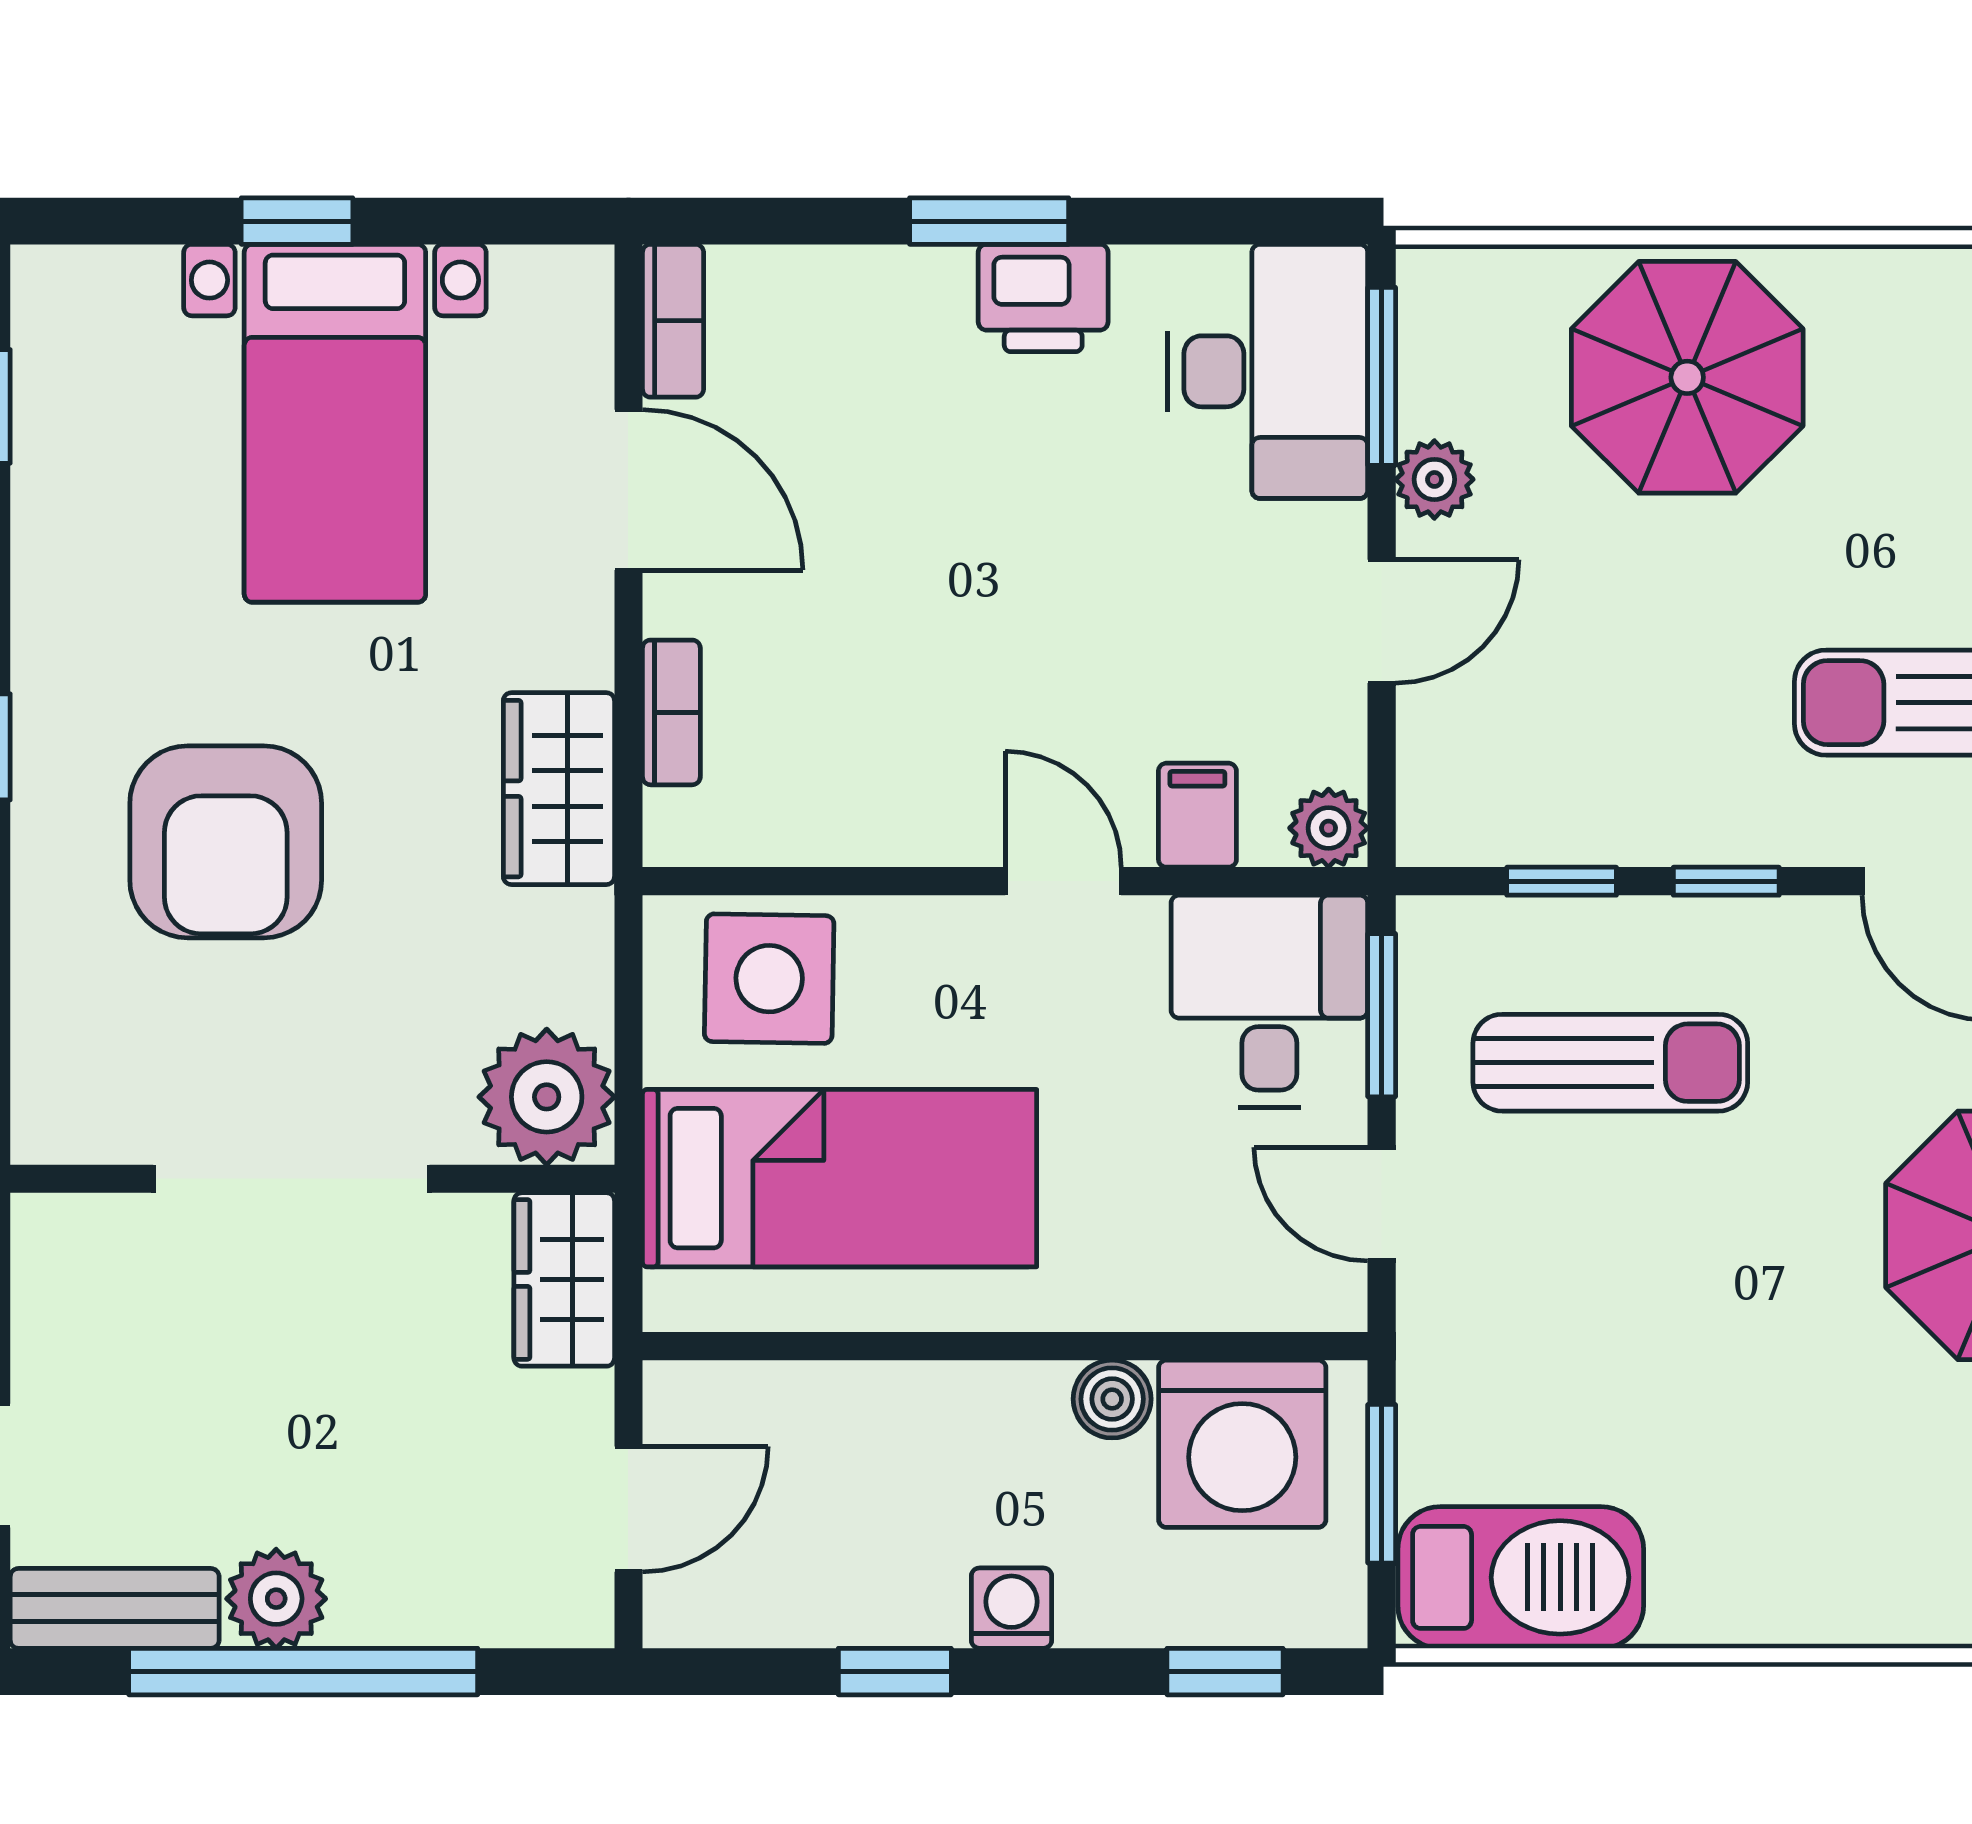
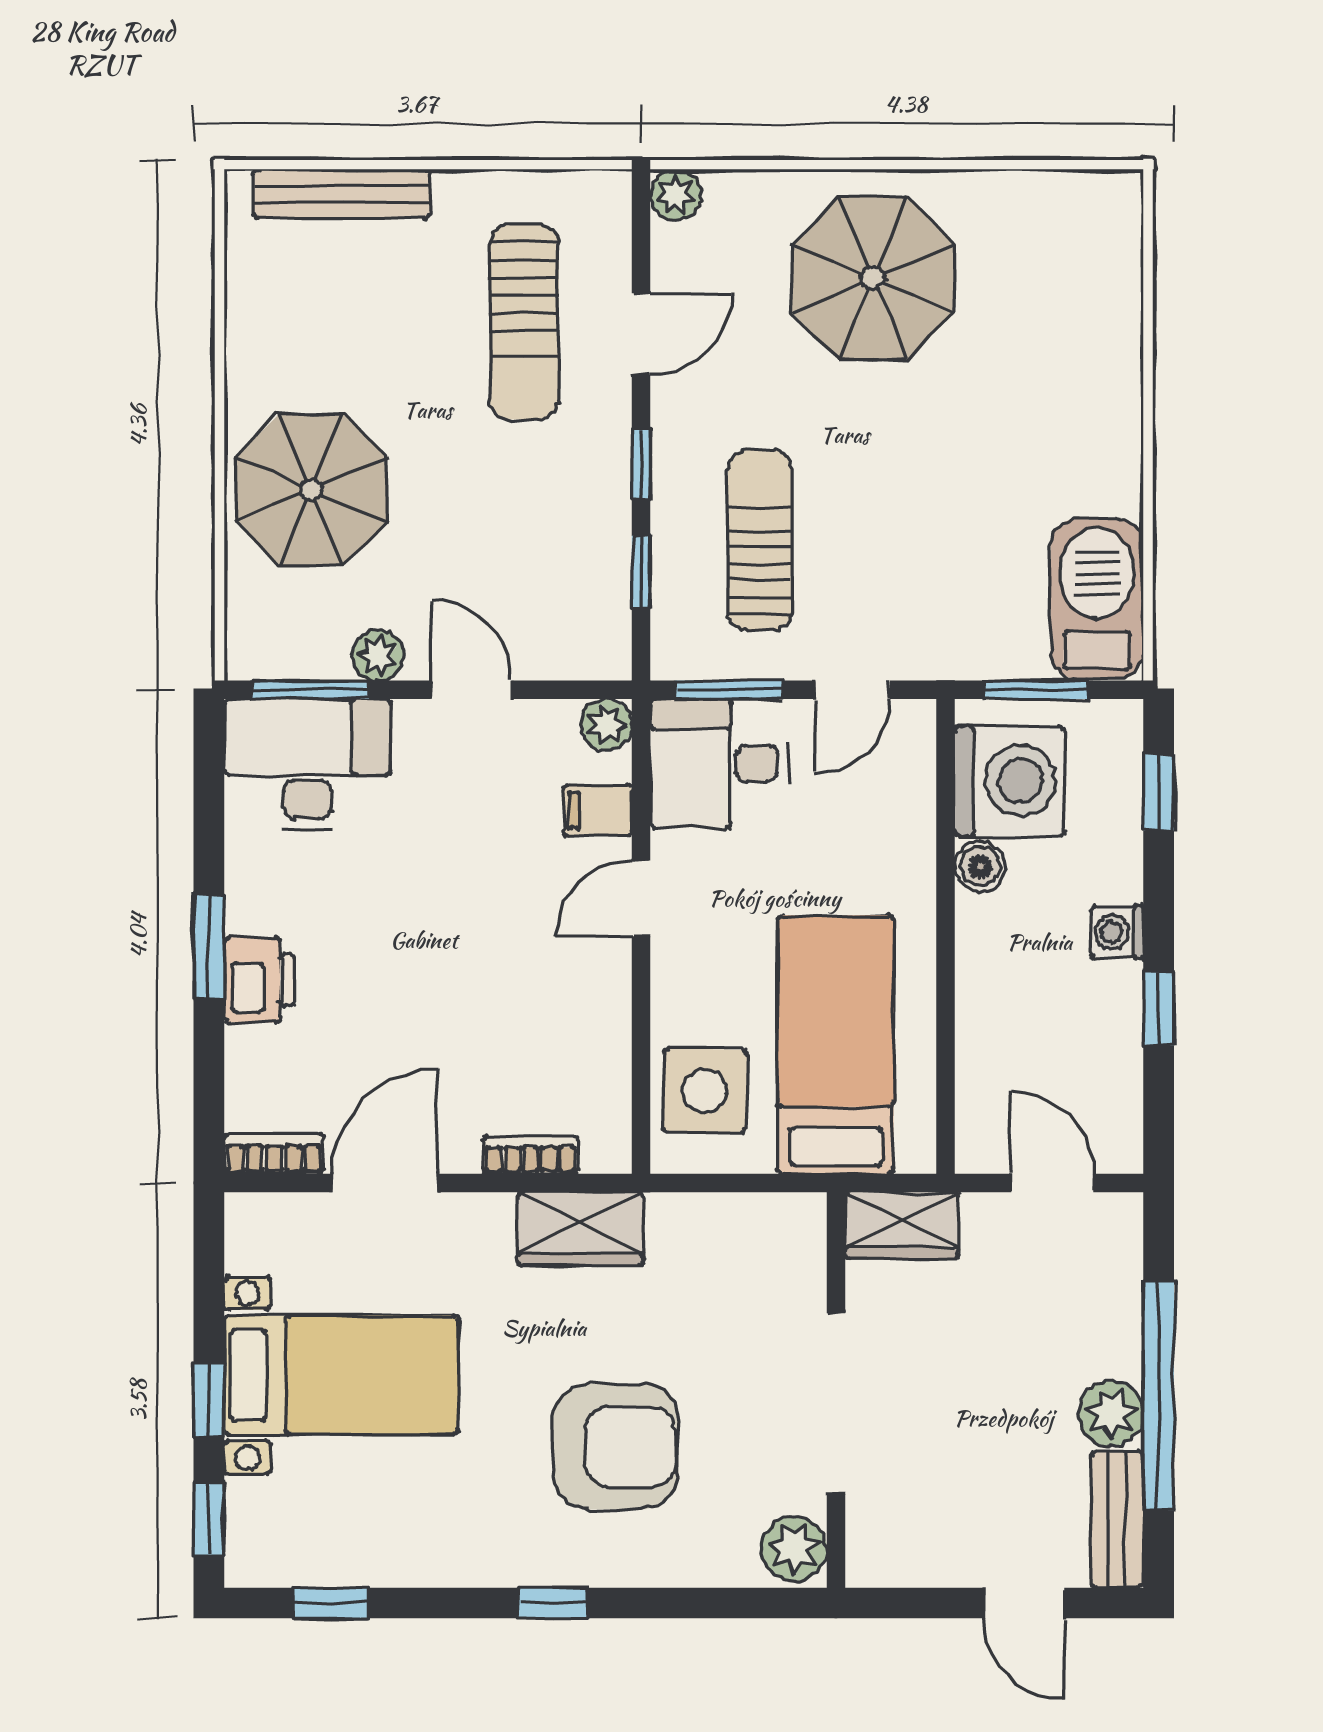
window: (115, 221) -> (209, 1519), added
printer: (1043, 298) -> (259, 980), moved
plant: (547, 1097) -> (794, 1549), moved, width x0.73, depth x0.73

